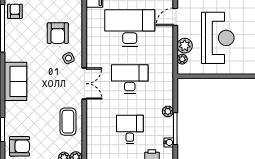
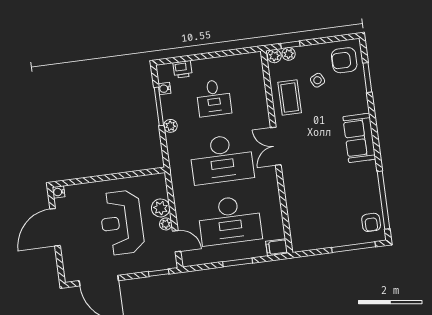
door: (175, 17) -> (177, 241), hinge flipped
armchair: (58, 33) -> (316, 203), removed
side table: (68, 58) -> (318, 80), moved
plant: (182, 59) -> (166, 224), moved
desk: (130, 79) -> (222, 159), width x1.36, depth x1.30

